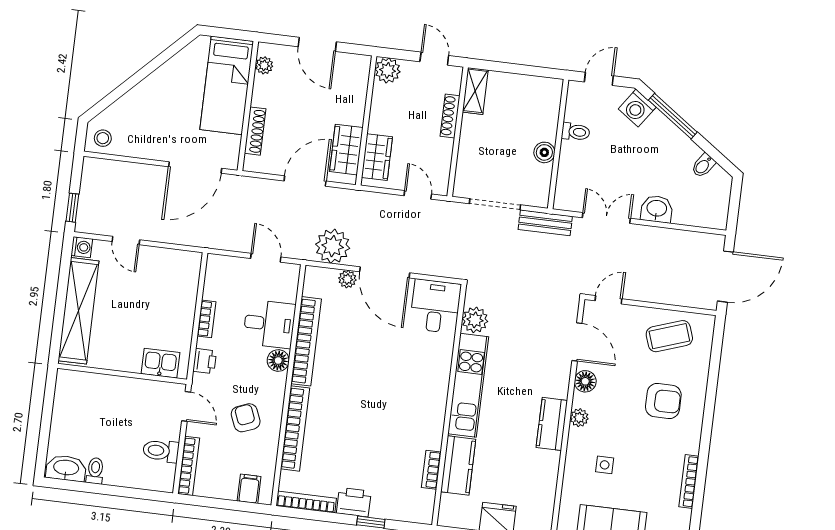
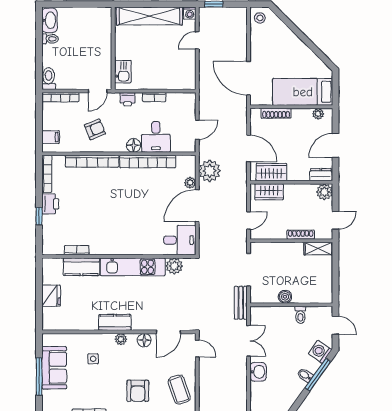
dresser: (360, 73) -> (321, 175), added
bidet: (703, 165) -> (305, 375), moved
toilet: (161, 451) -> (49, 79), moved

